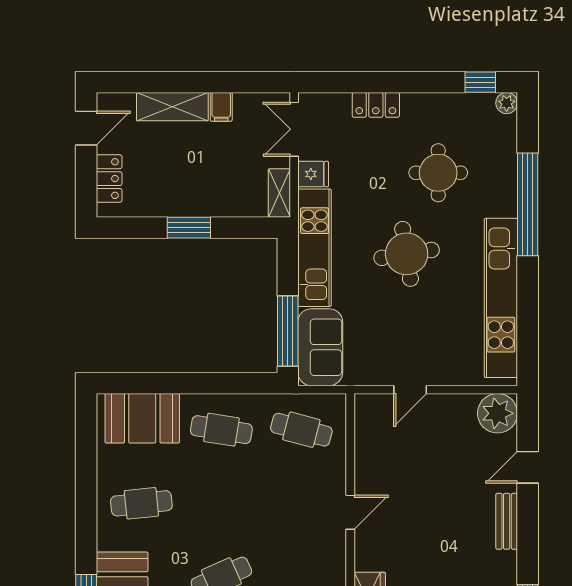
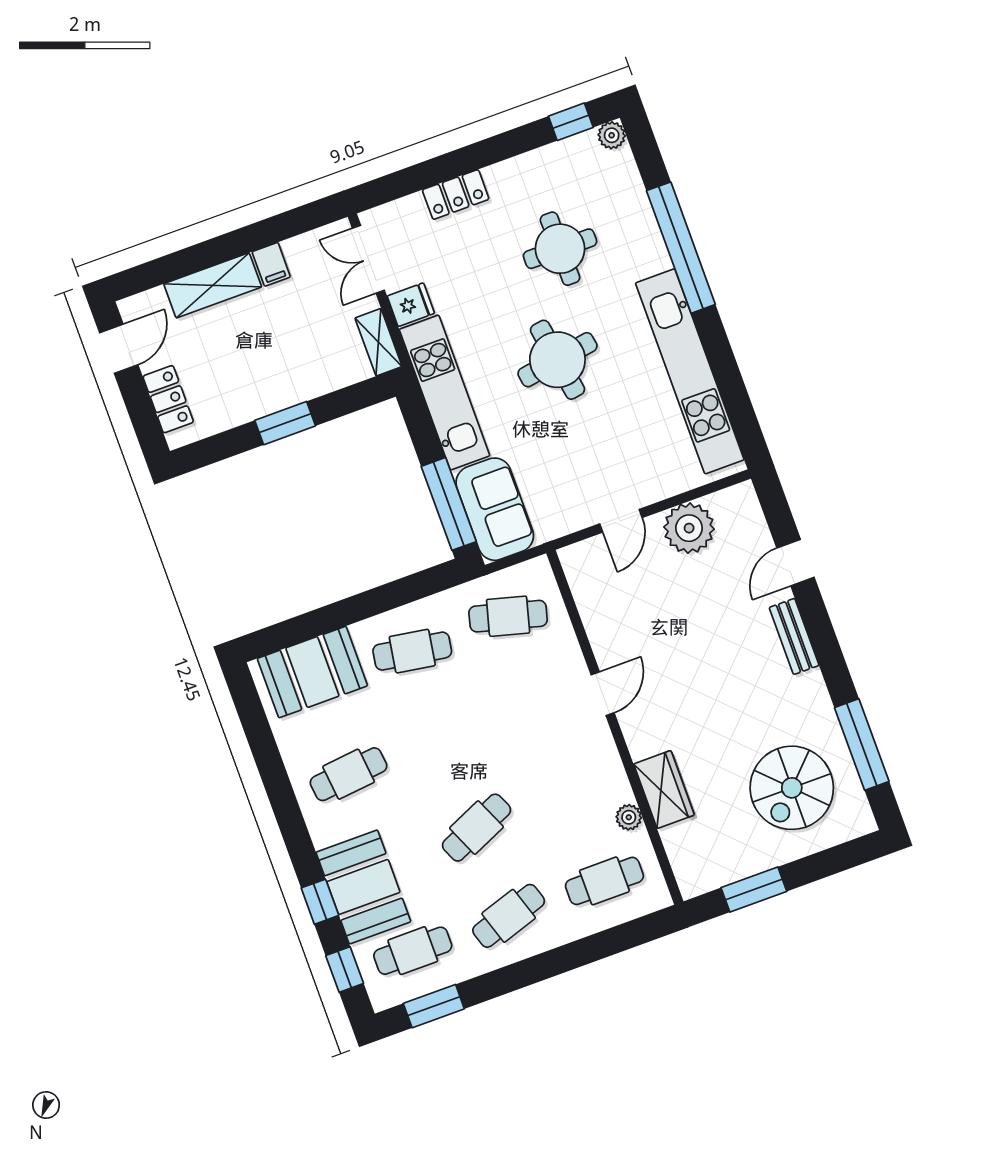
plant: (498, 413) -> (689, 528), moved

